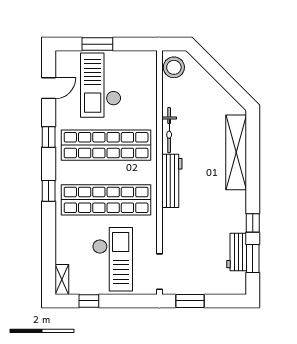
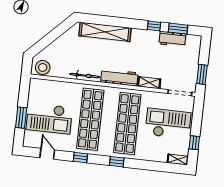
shelving: (169, 225) -> (149, 83), added

